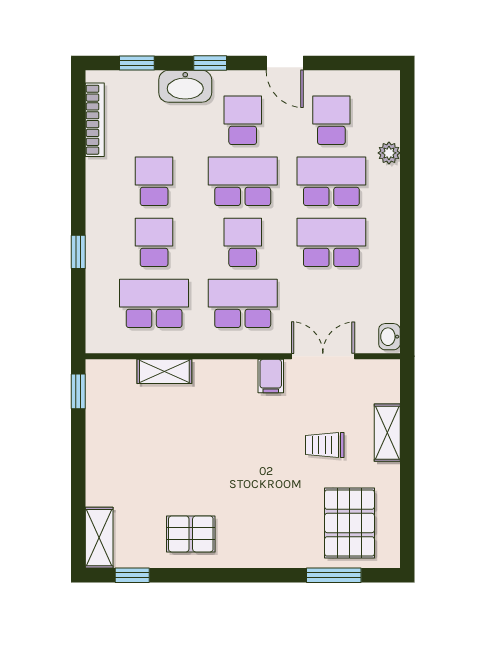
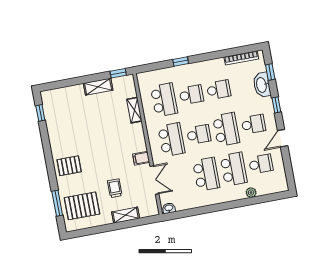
washbasin: (185, 86) -> (262, 85), moved
pallet: (191, 534) -> (69, 166), moved, turned 90
shelving: (99, 538) -> (98, 87), moved

